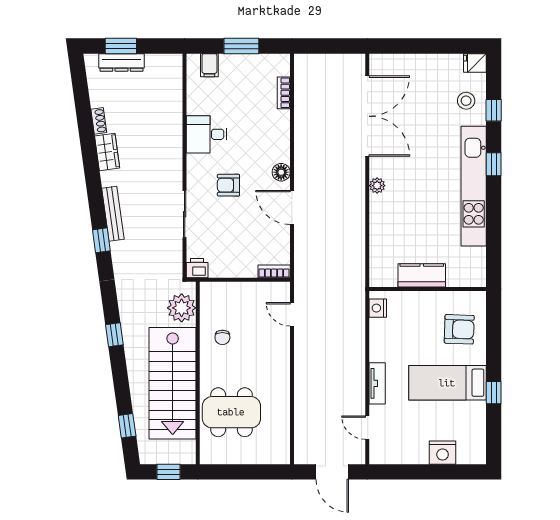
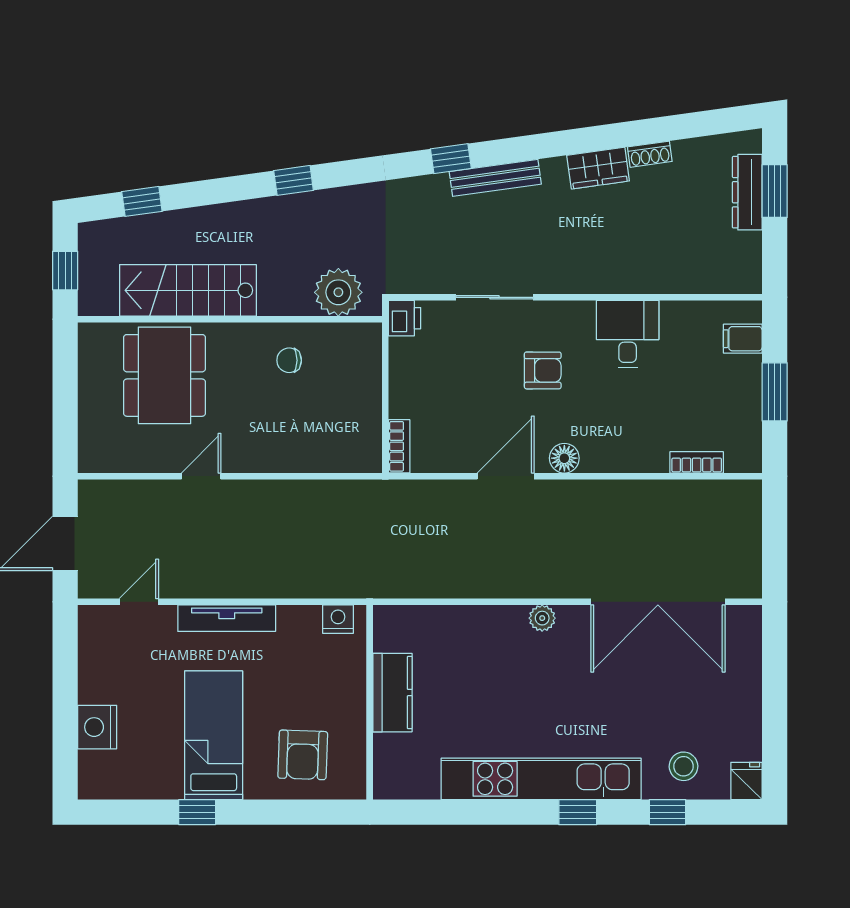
armchair: (228, 185) -> (543, 370), turned 90
door: (292, 314) -> (201, 476), moved
stairs: (173, 383) -> (188, 290), width x0.73, depth x0.66
tv unit: (377, 383) -> (227, 618), width x1.41

